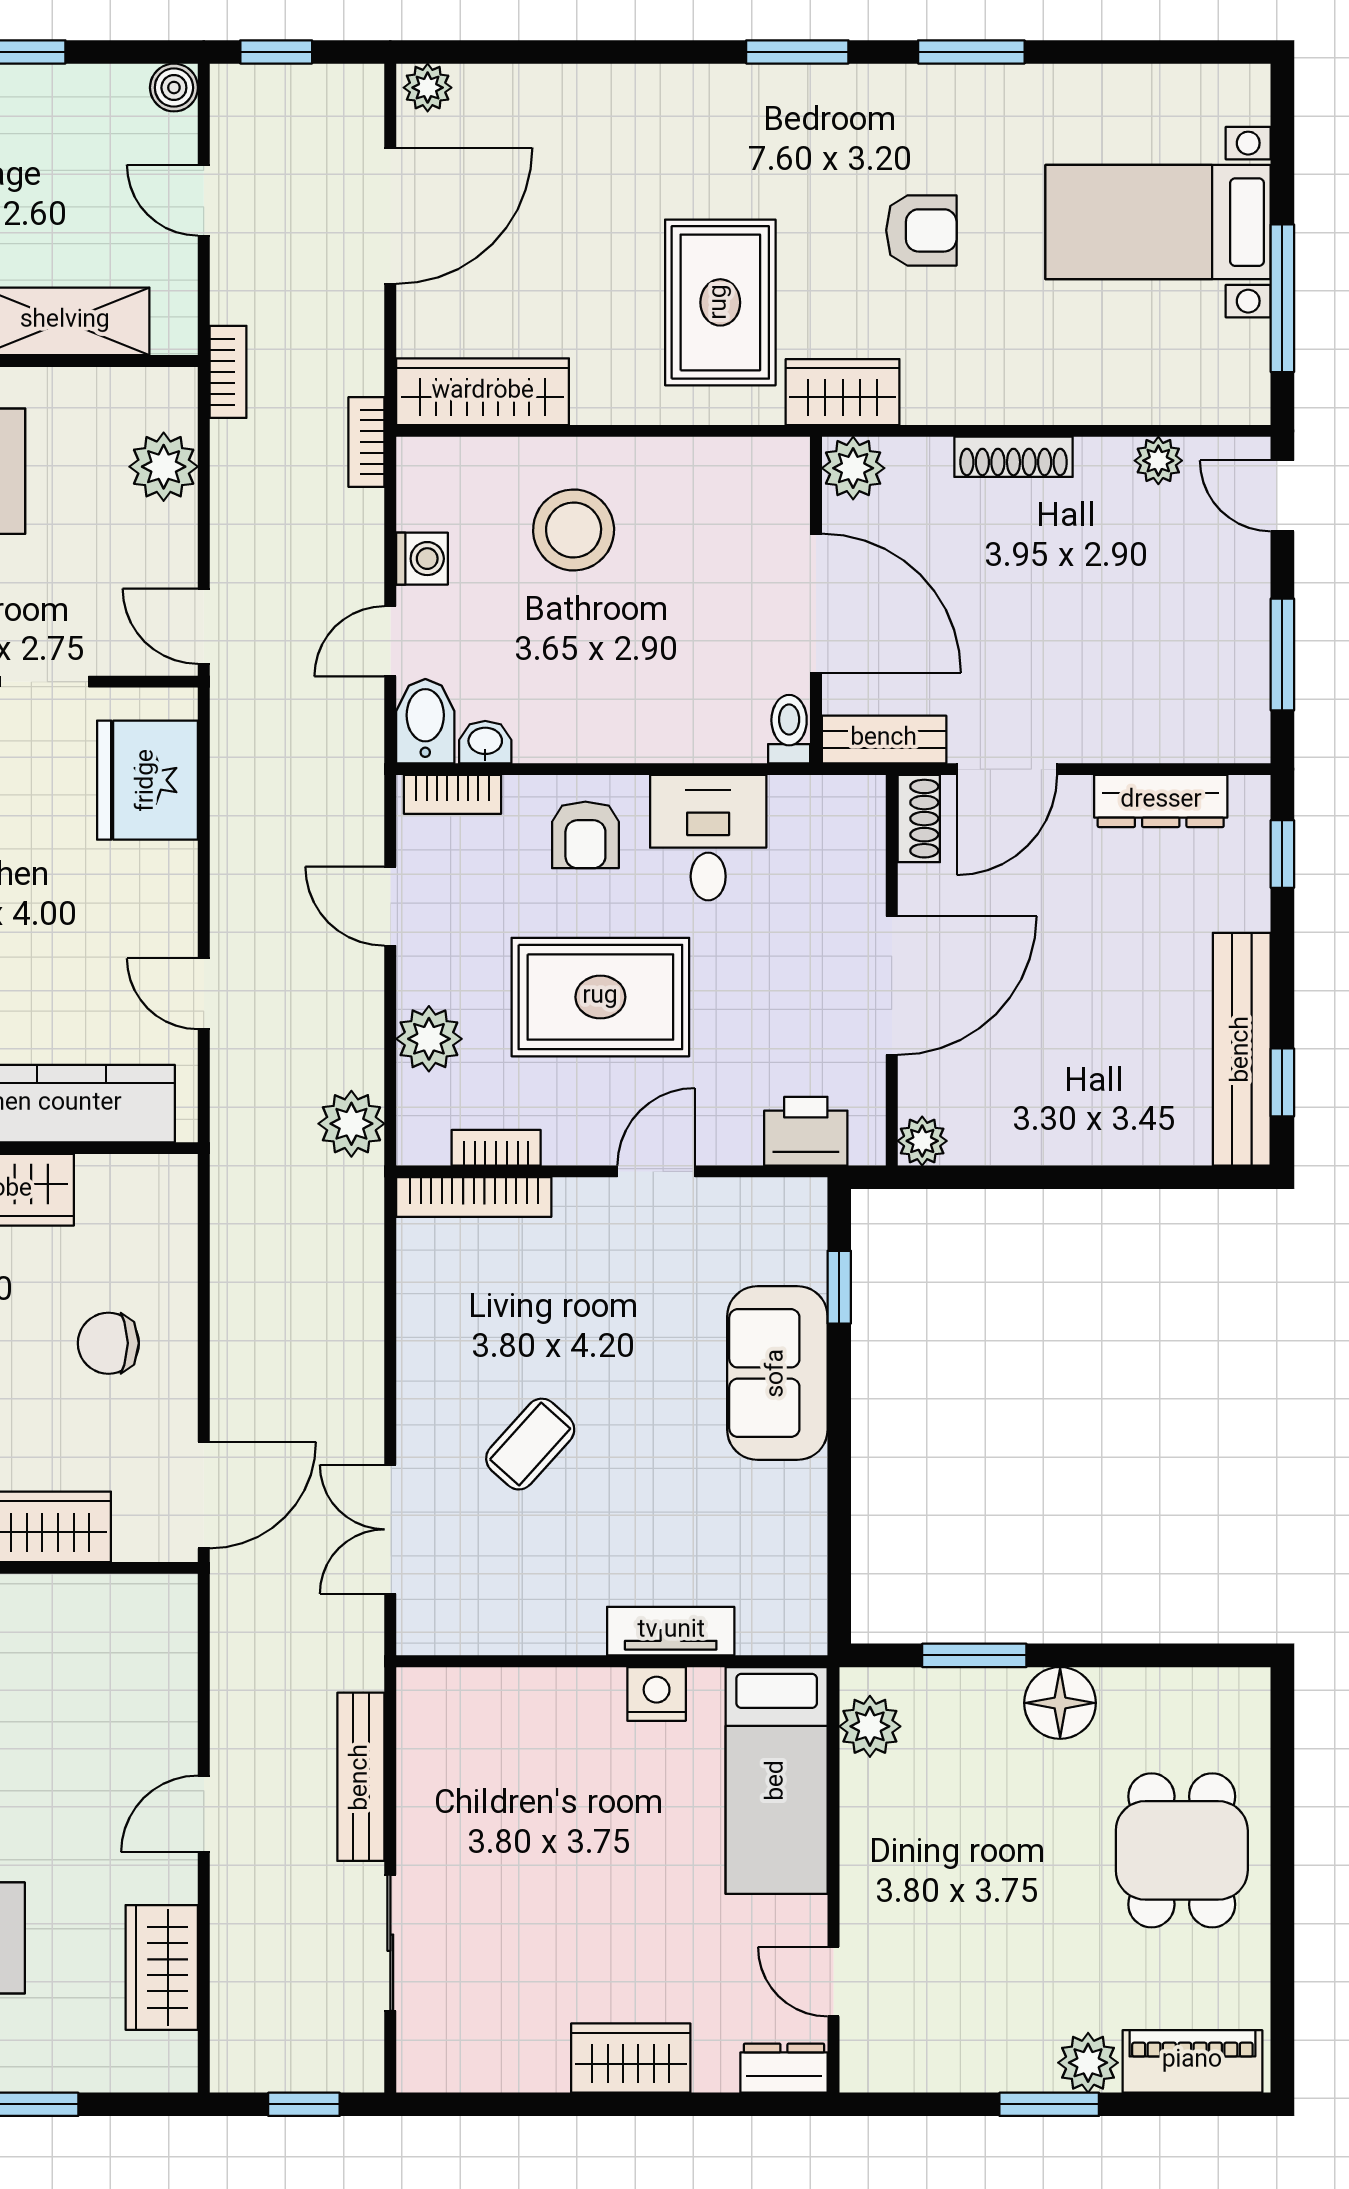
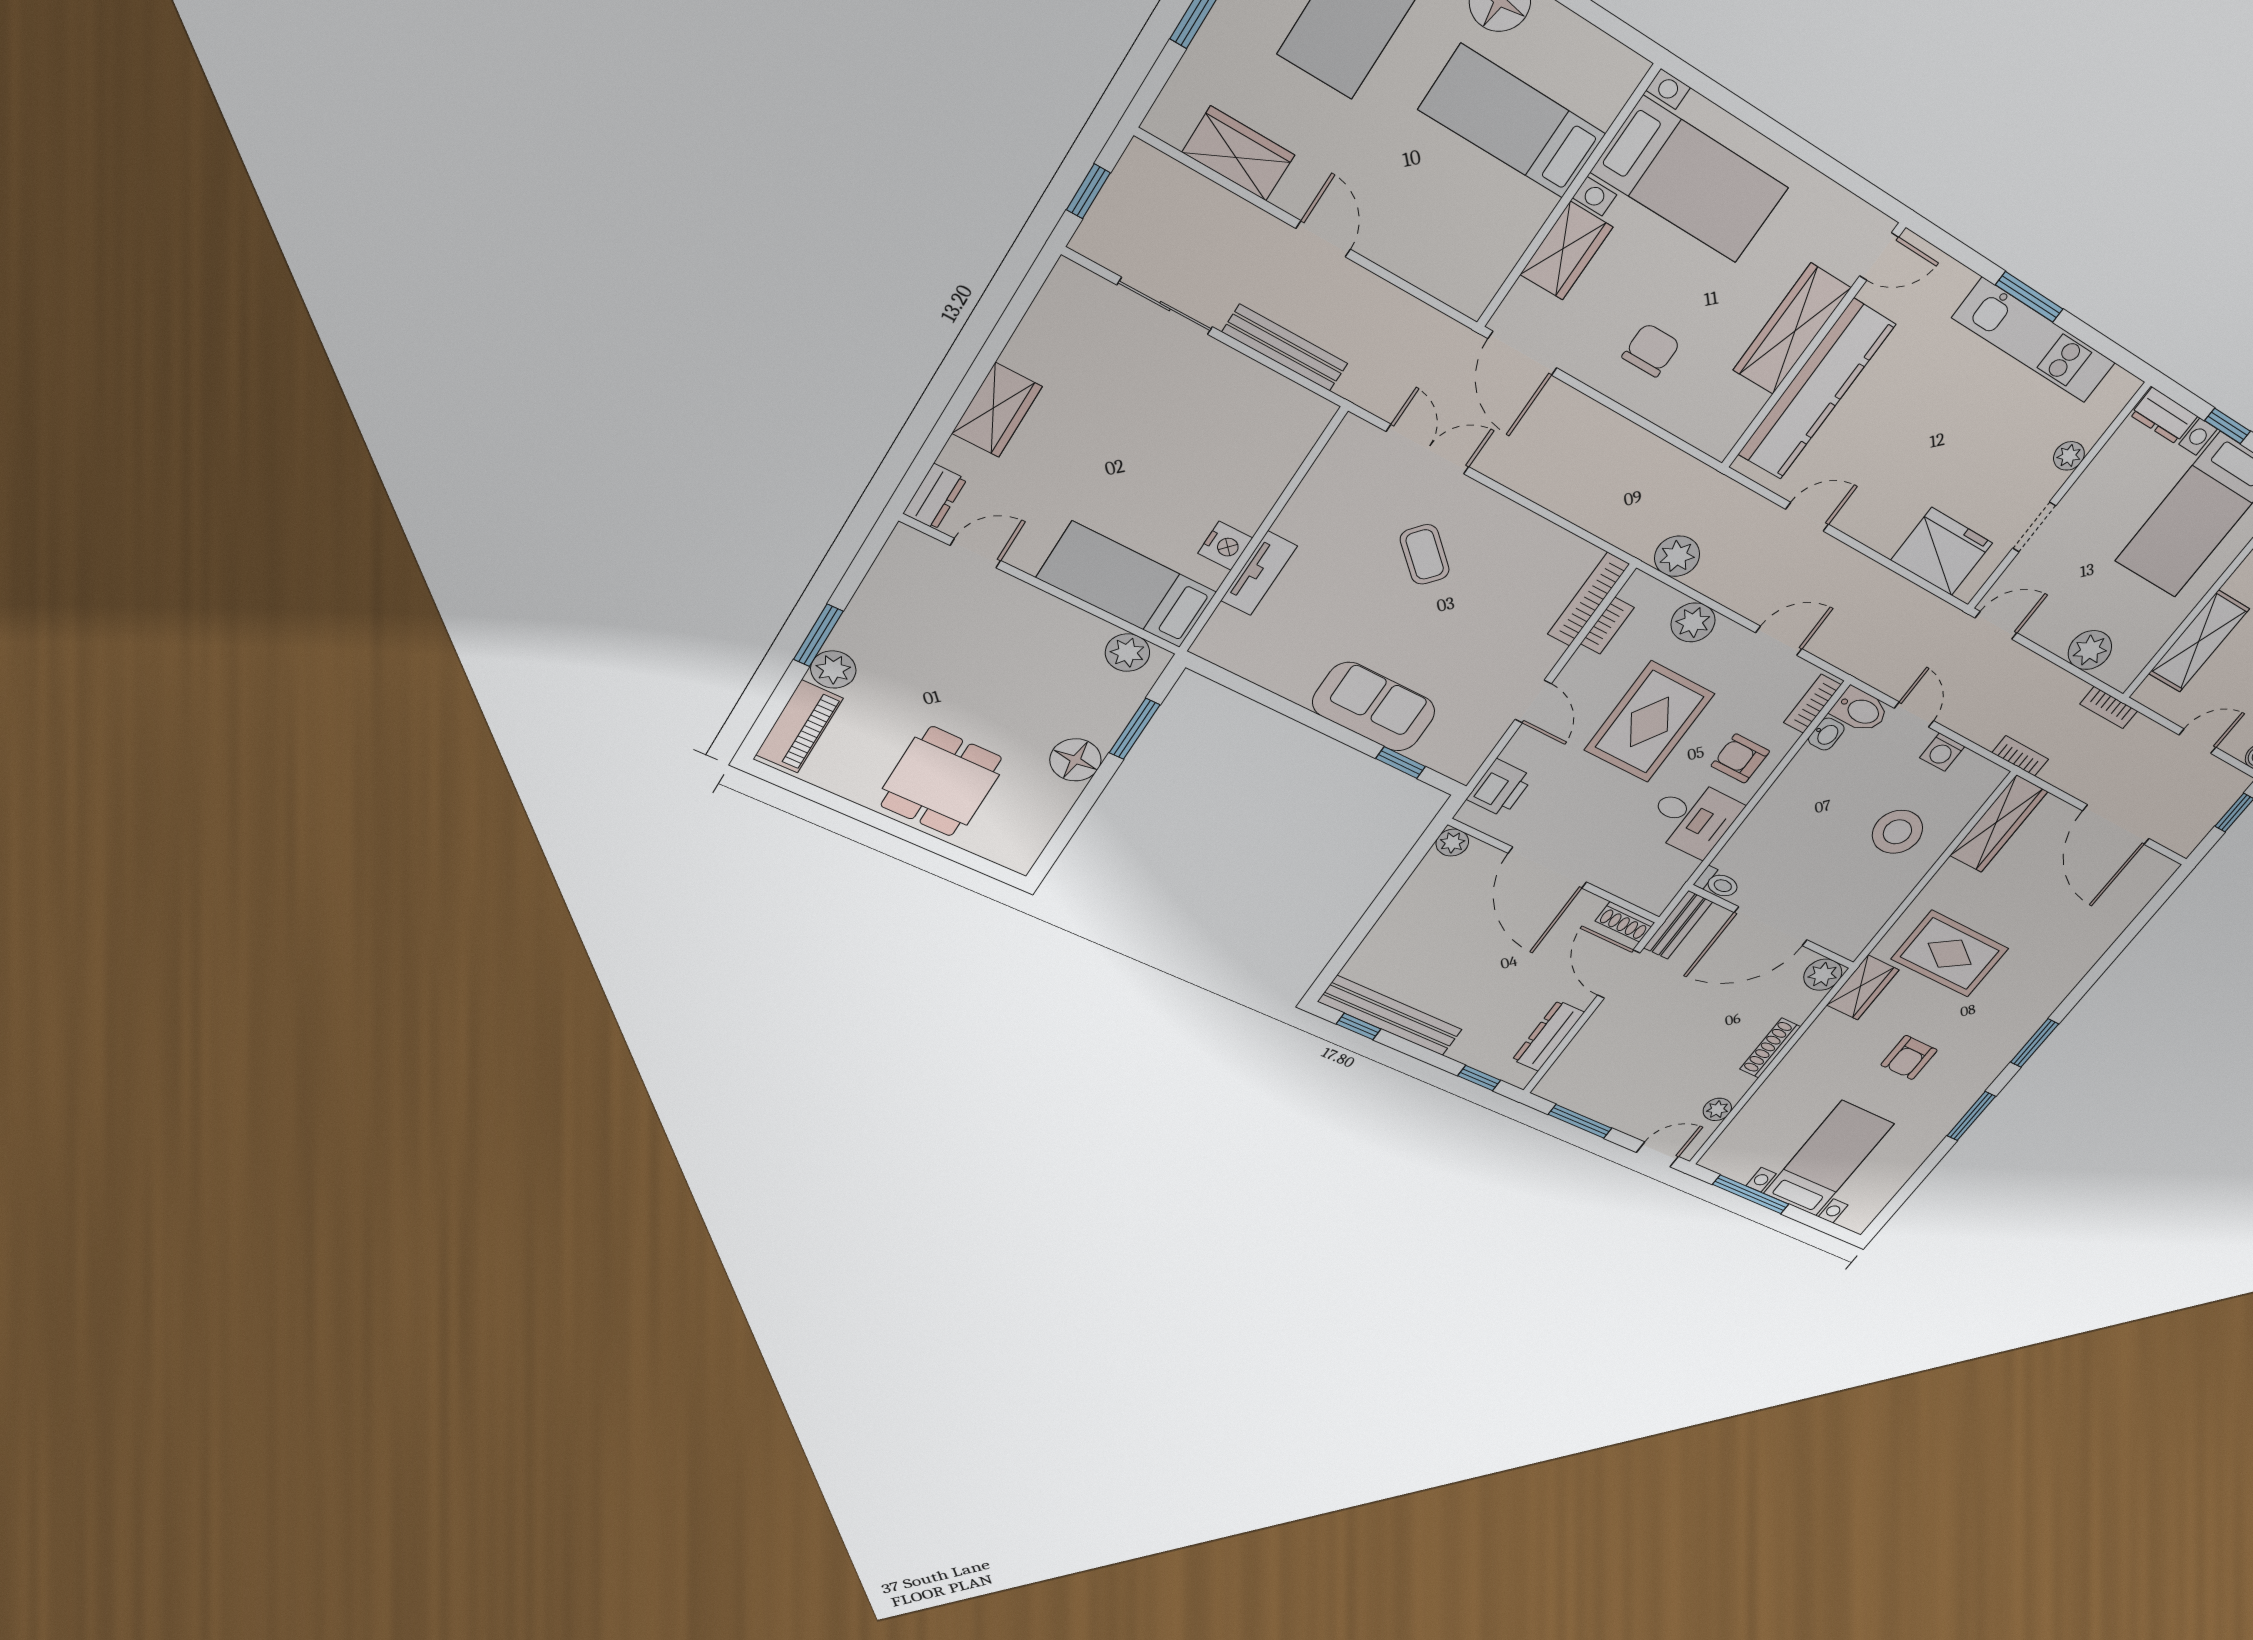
plant: (428, 88) -> (2159, 873), removed
dining table: (1182, 1850) -> (941, 782), turned 90

